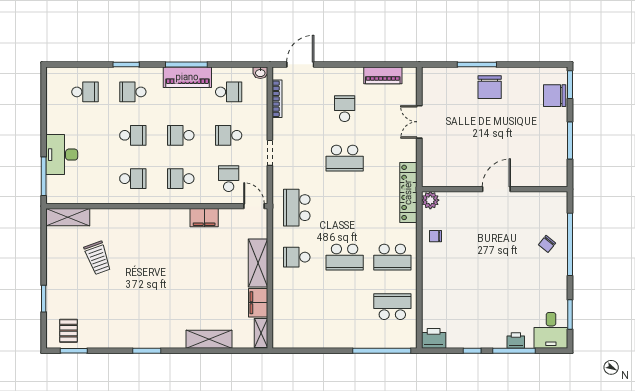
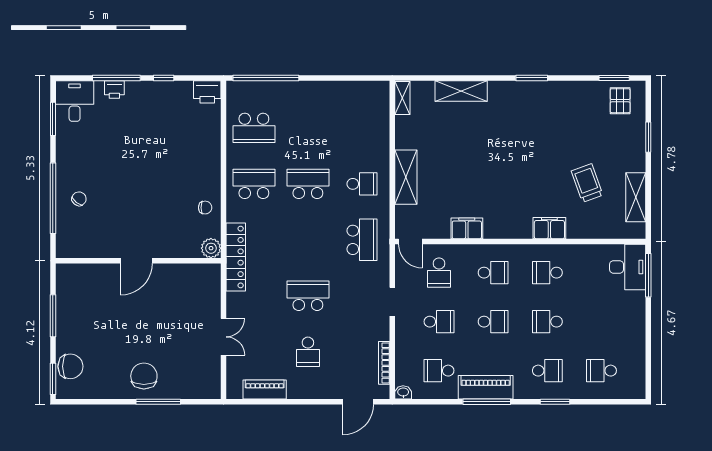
desk: (62, 155) -> (628, 267), moved
shelving: (68, 217) -> (636, 197), moved, turned 90
filing cabinet: (258, 303) -> (549, 228), moved, turned -90

